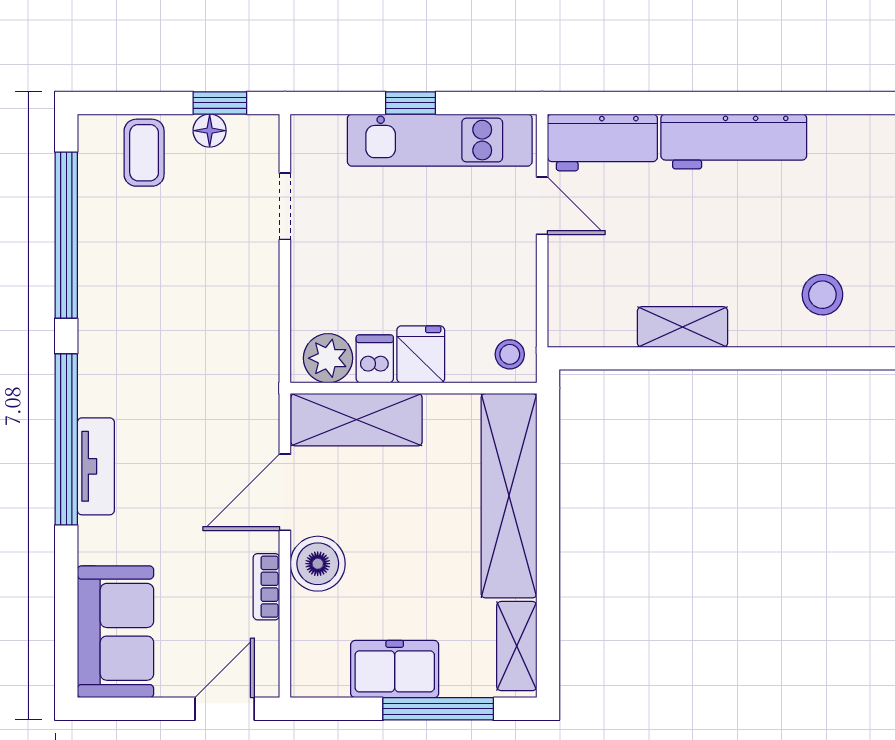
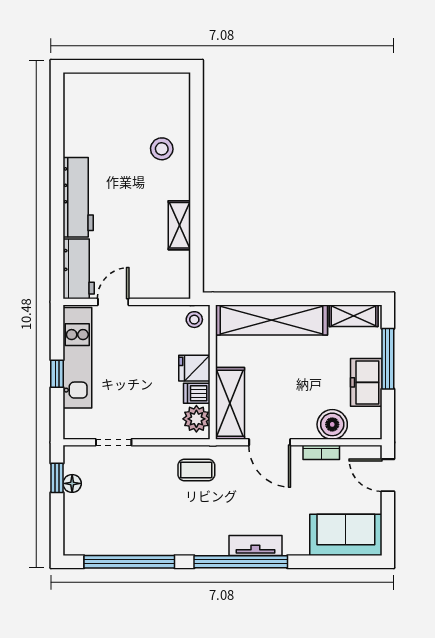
coffee table: (144, 153) -> (196, 470), moved
boiler: (318, 564) -> (332, 424), moved

